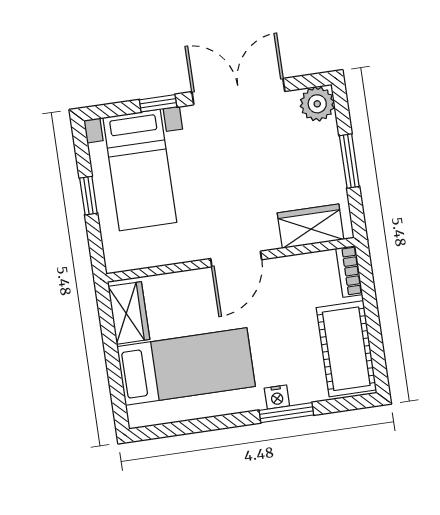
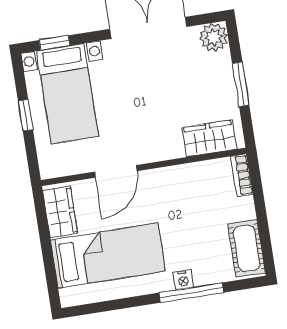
window: (158, 103) -> (54, 43), moved
door: (236, 259) -> (116, 171), moved
cot: (346, 349) -> (247, 248), width x0.73, depth x0.75
window: (286, 413) -> (191, 293), width x1.44

